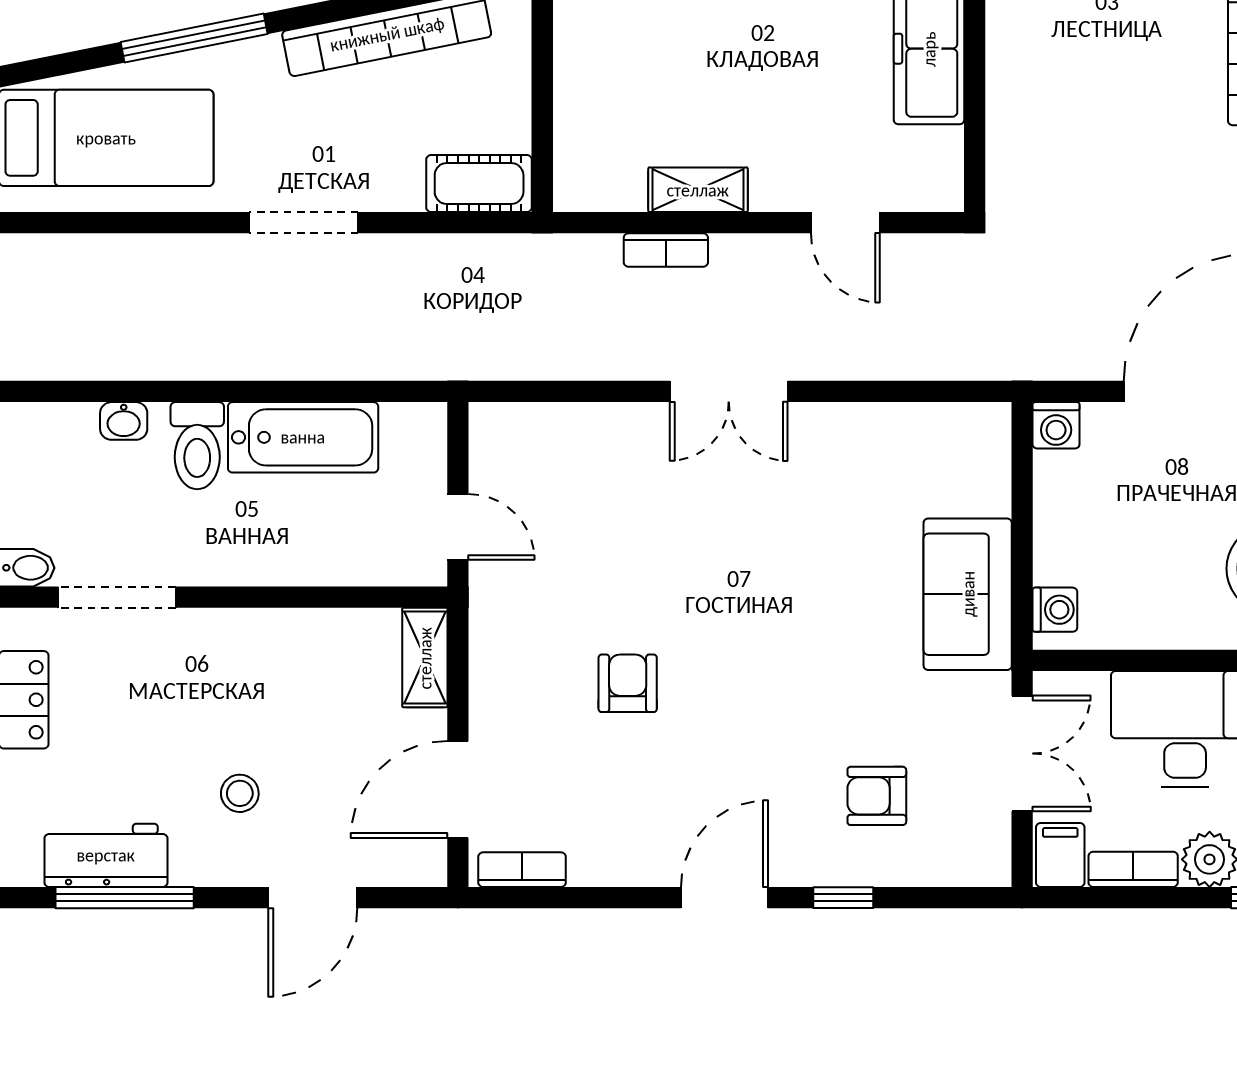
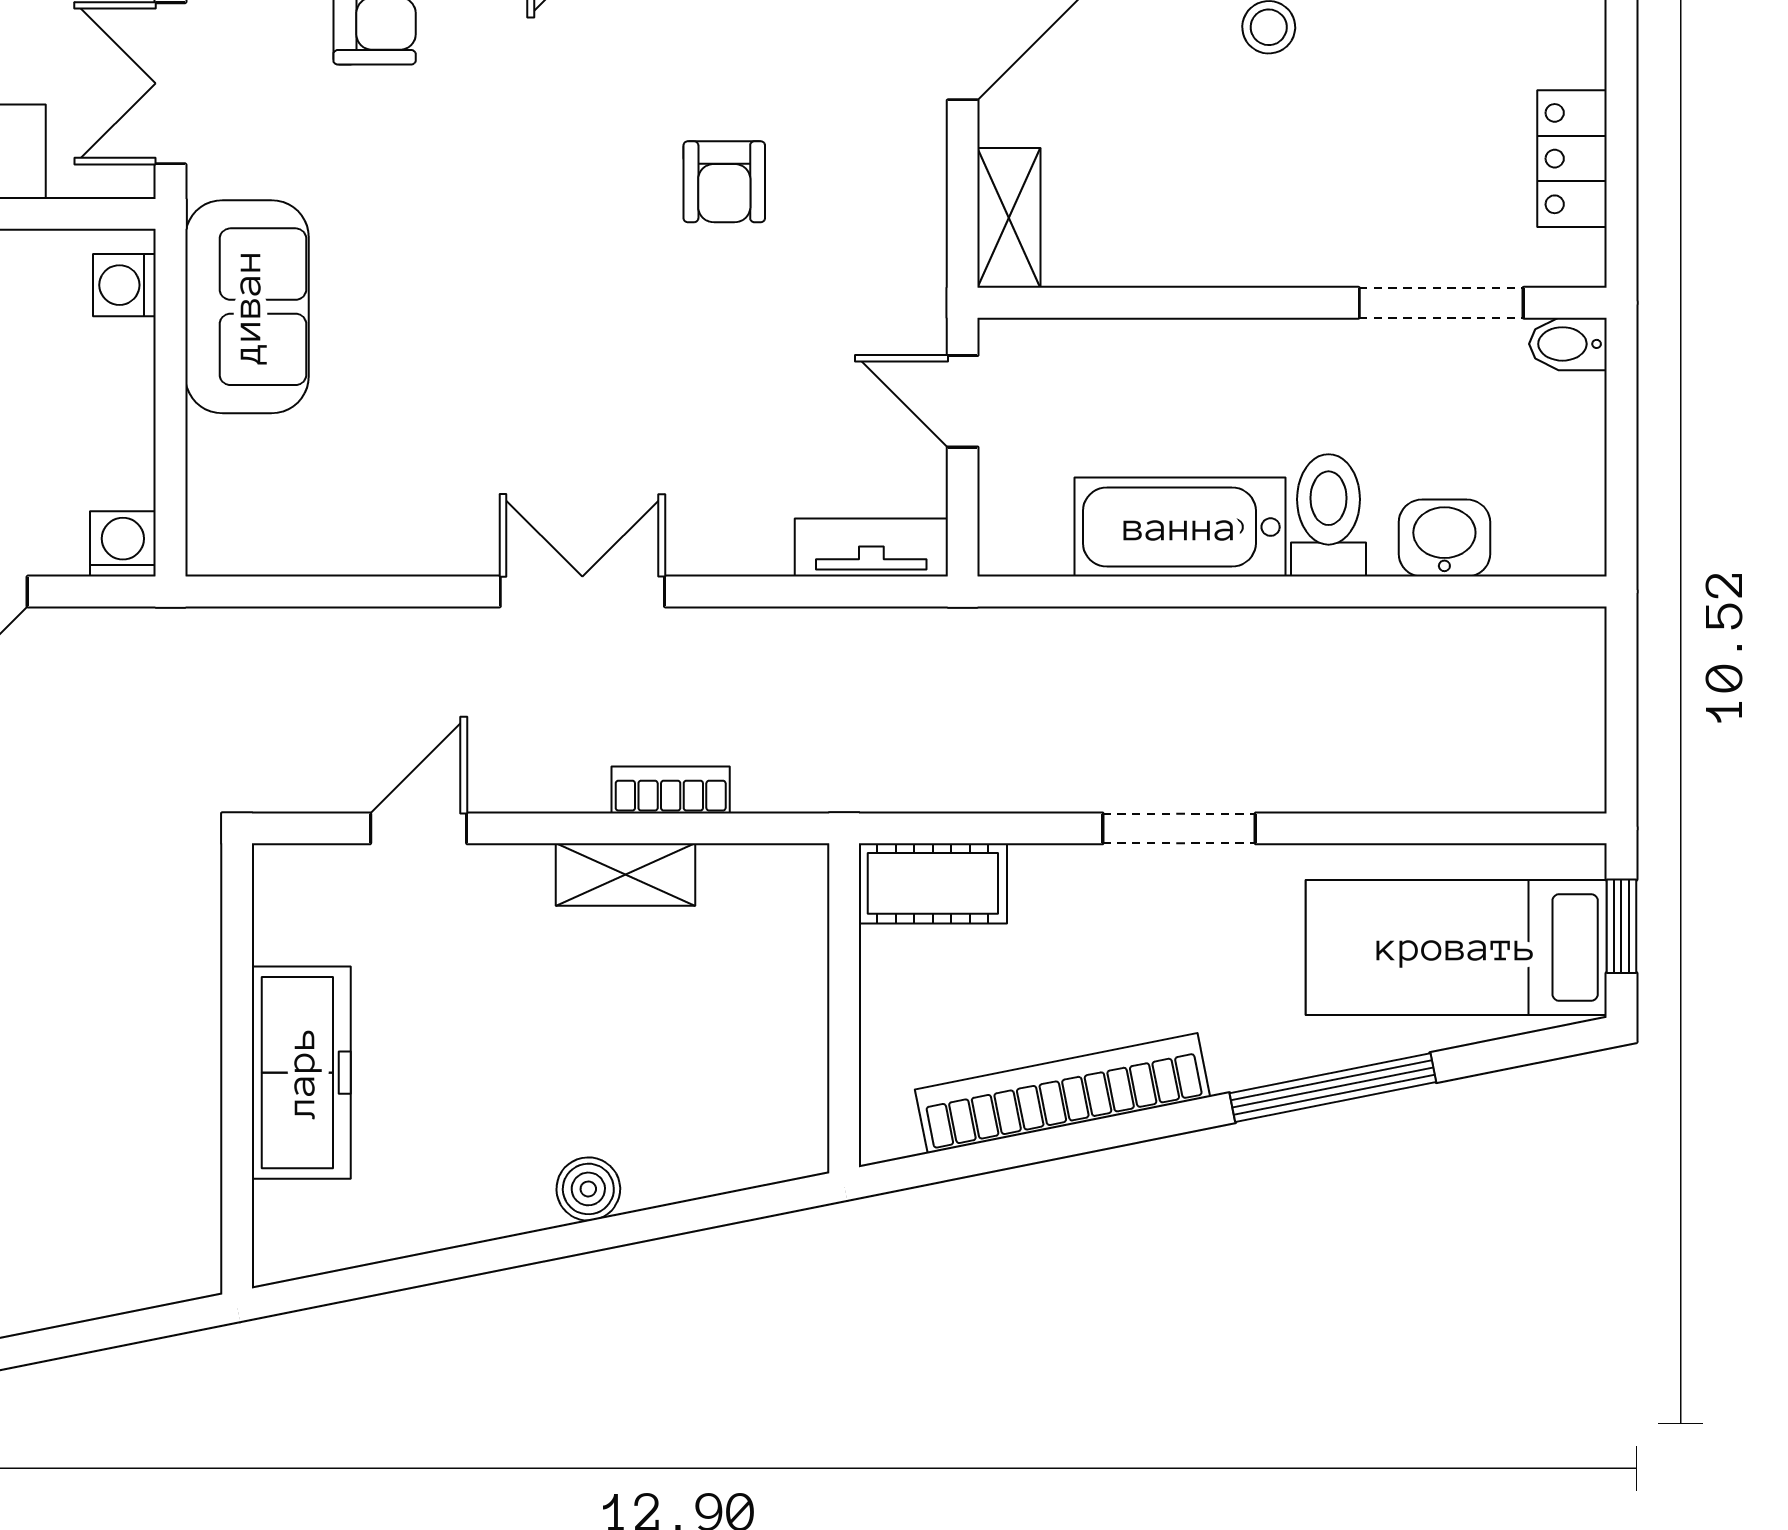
door: (845, 223) -> (419, 828), hinge flipped
washbasin: (124, 421) -> (1444, 538), width x1.38, depth x1.45
tv unit: (523, 423) -> (871, 547), added

